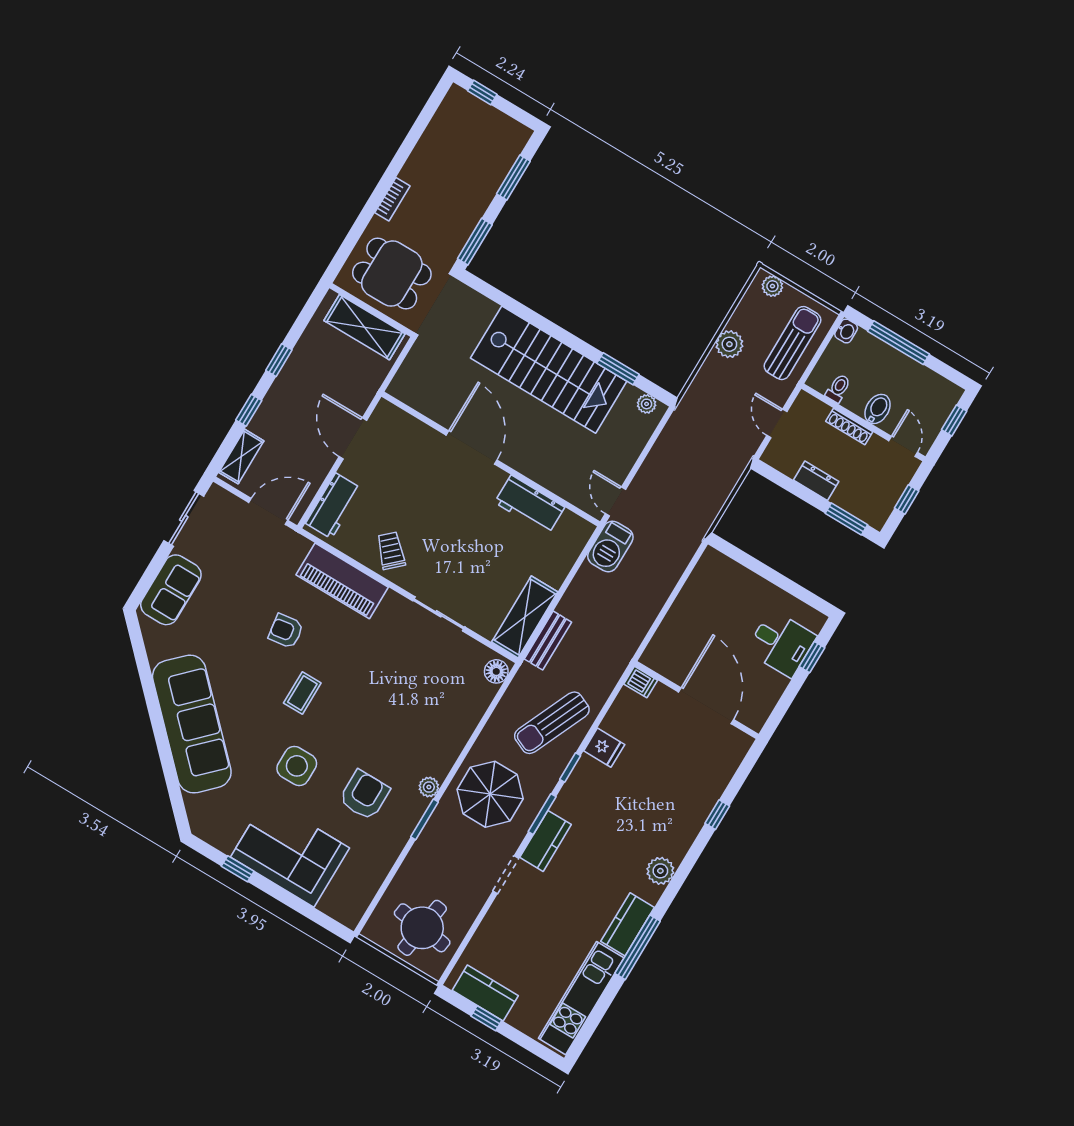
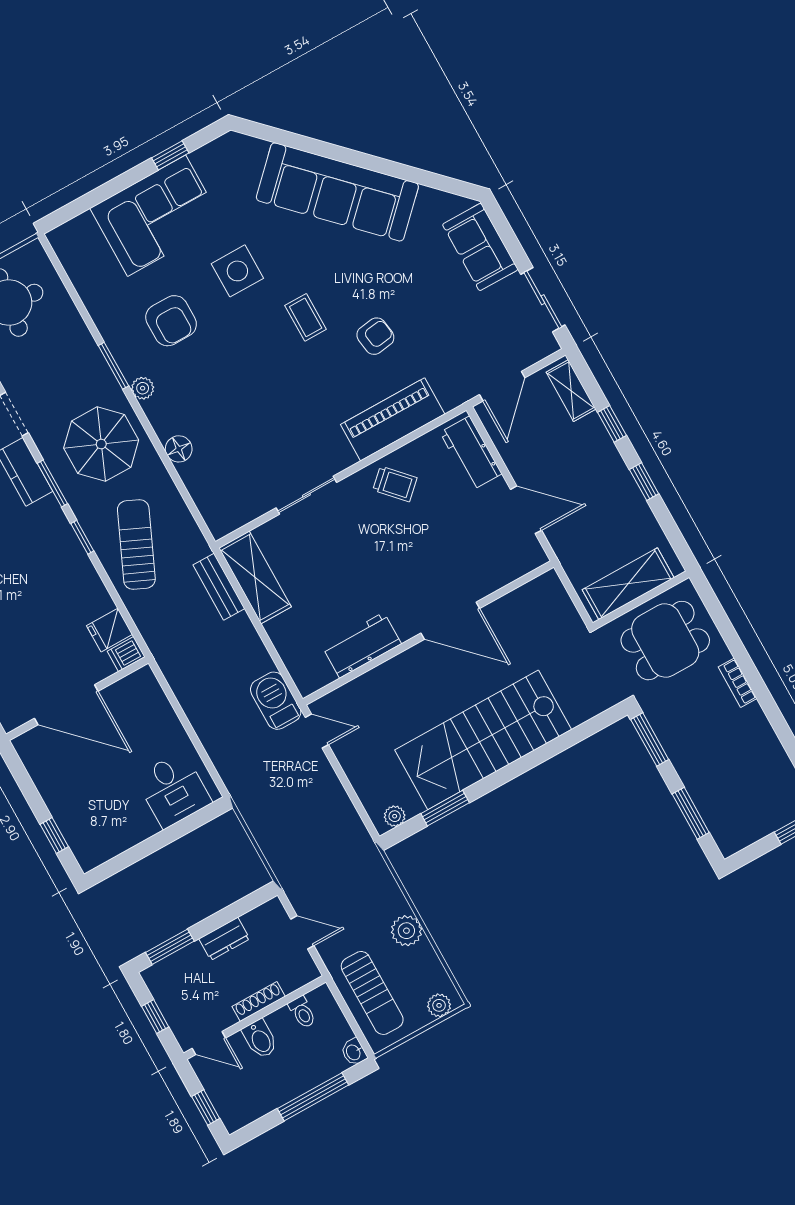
desk: (781, 643) -> (173, 790), moved, turned -90
floor lamp: (496, 671) -> (179, 449), moved
fridge: (604, 748) -> (110, 630), moved

